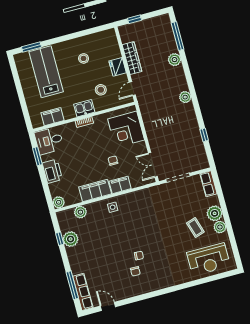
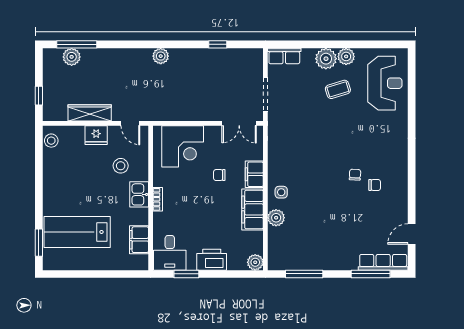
stool: (84, 58) -> (51, 141), moved
plant: (174, 60) -> (72, 57), moved
plant: (80, 212) -> (276, 218), moved
window: (60, 239) -> (304, 274), width x2.17
plant: (71, 239) -> (308, 260), removed

